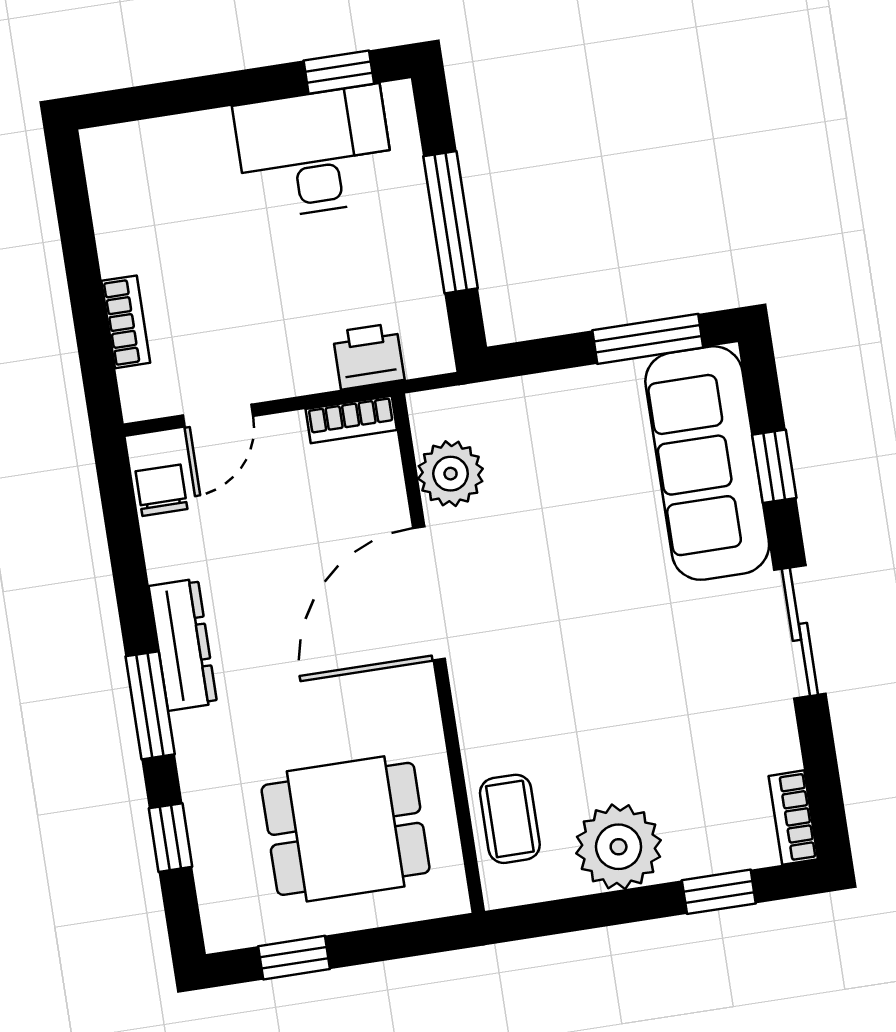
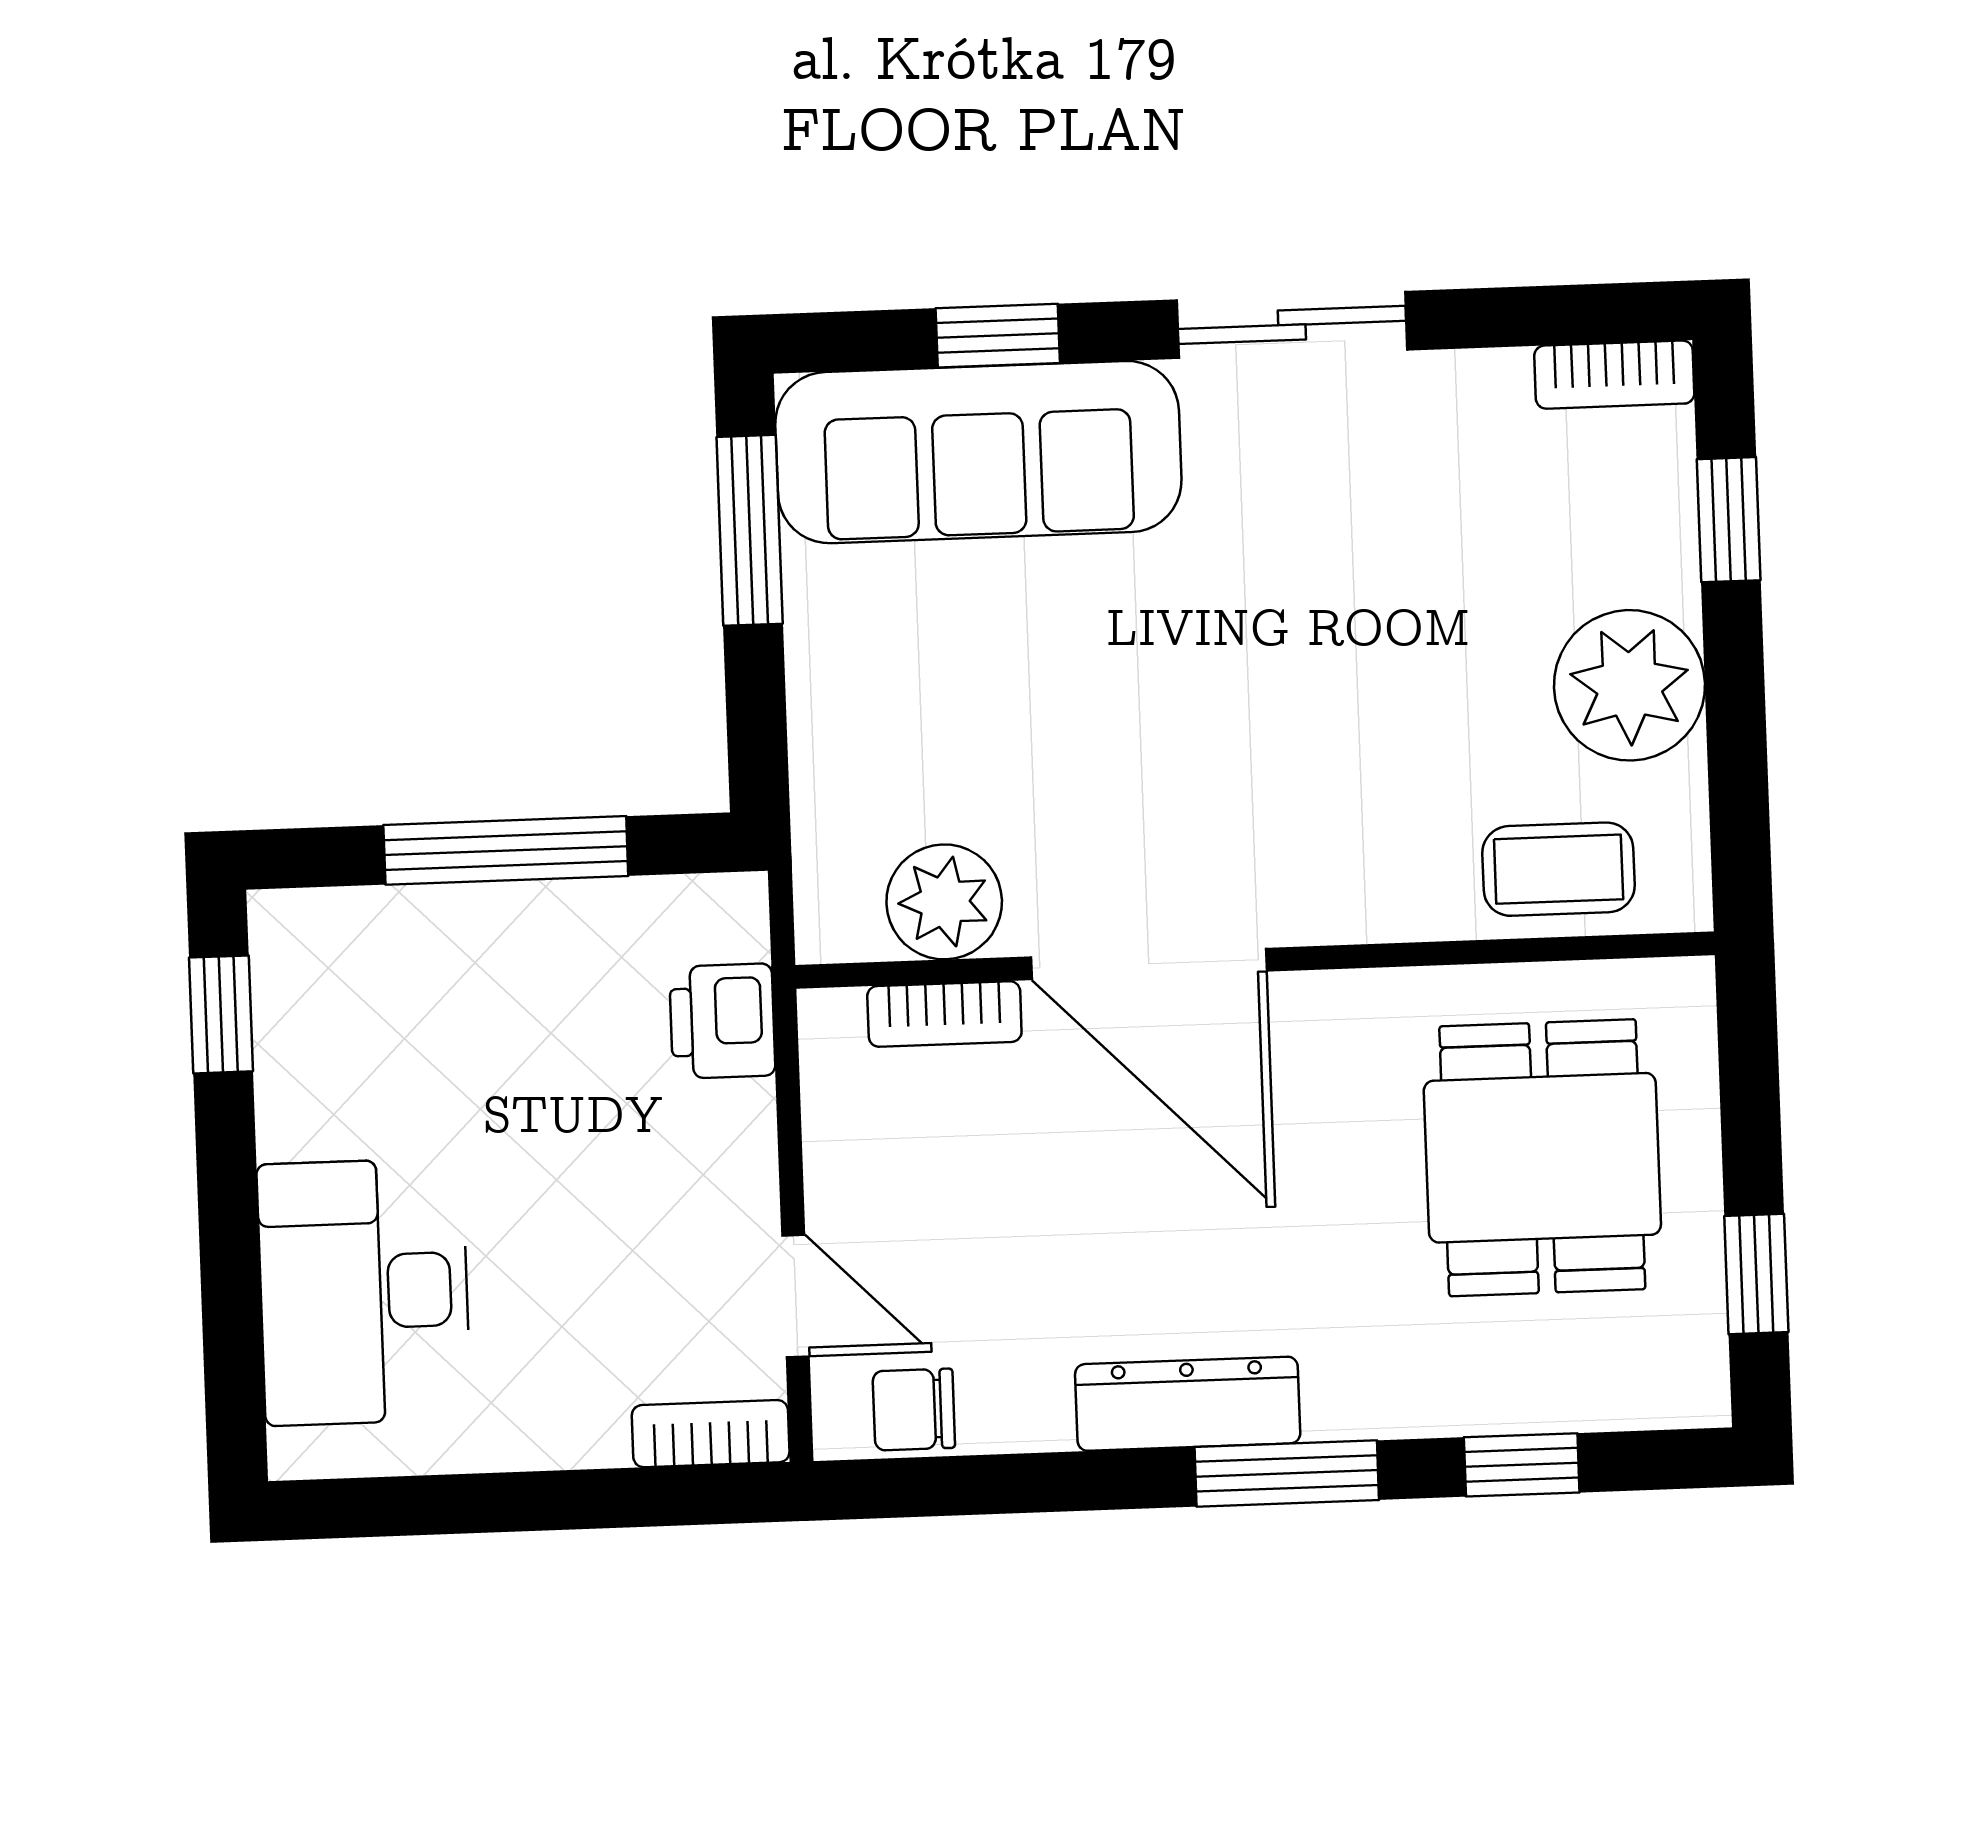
desk: (314, 152) -> (364, 1292), moved
bookcase: (126, 322) -> (711, 1434), moved
bookcase: (351, 420) -> (944, 1014), moved, turned 90

